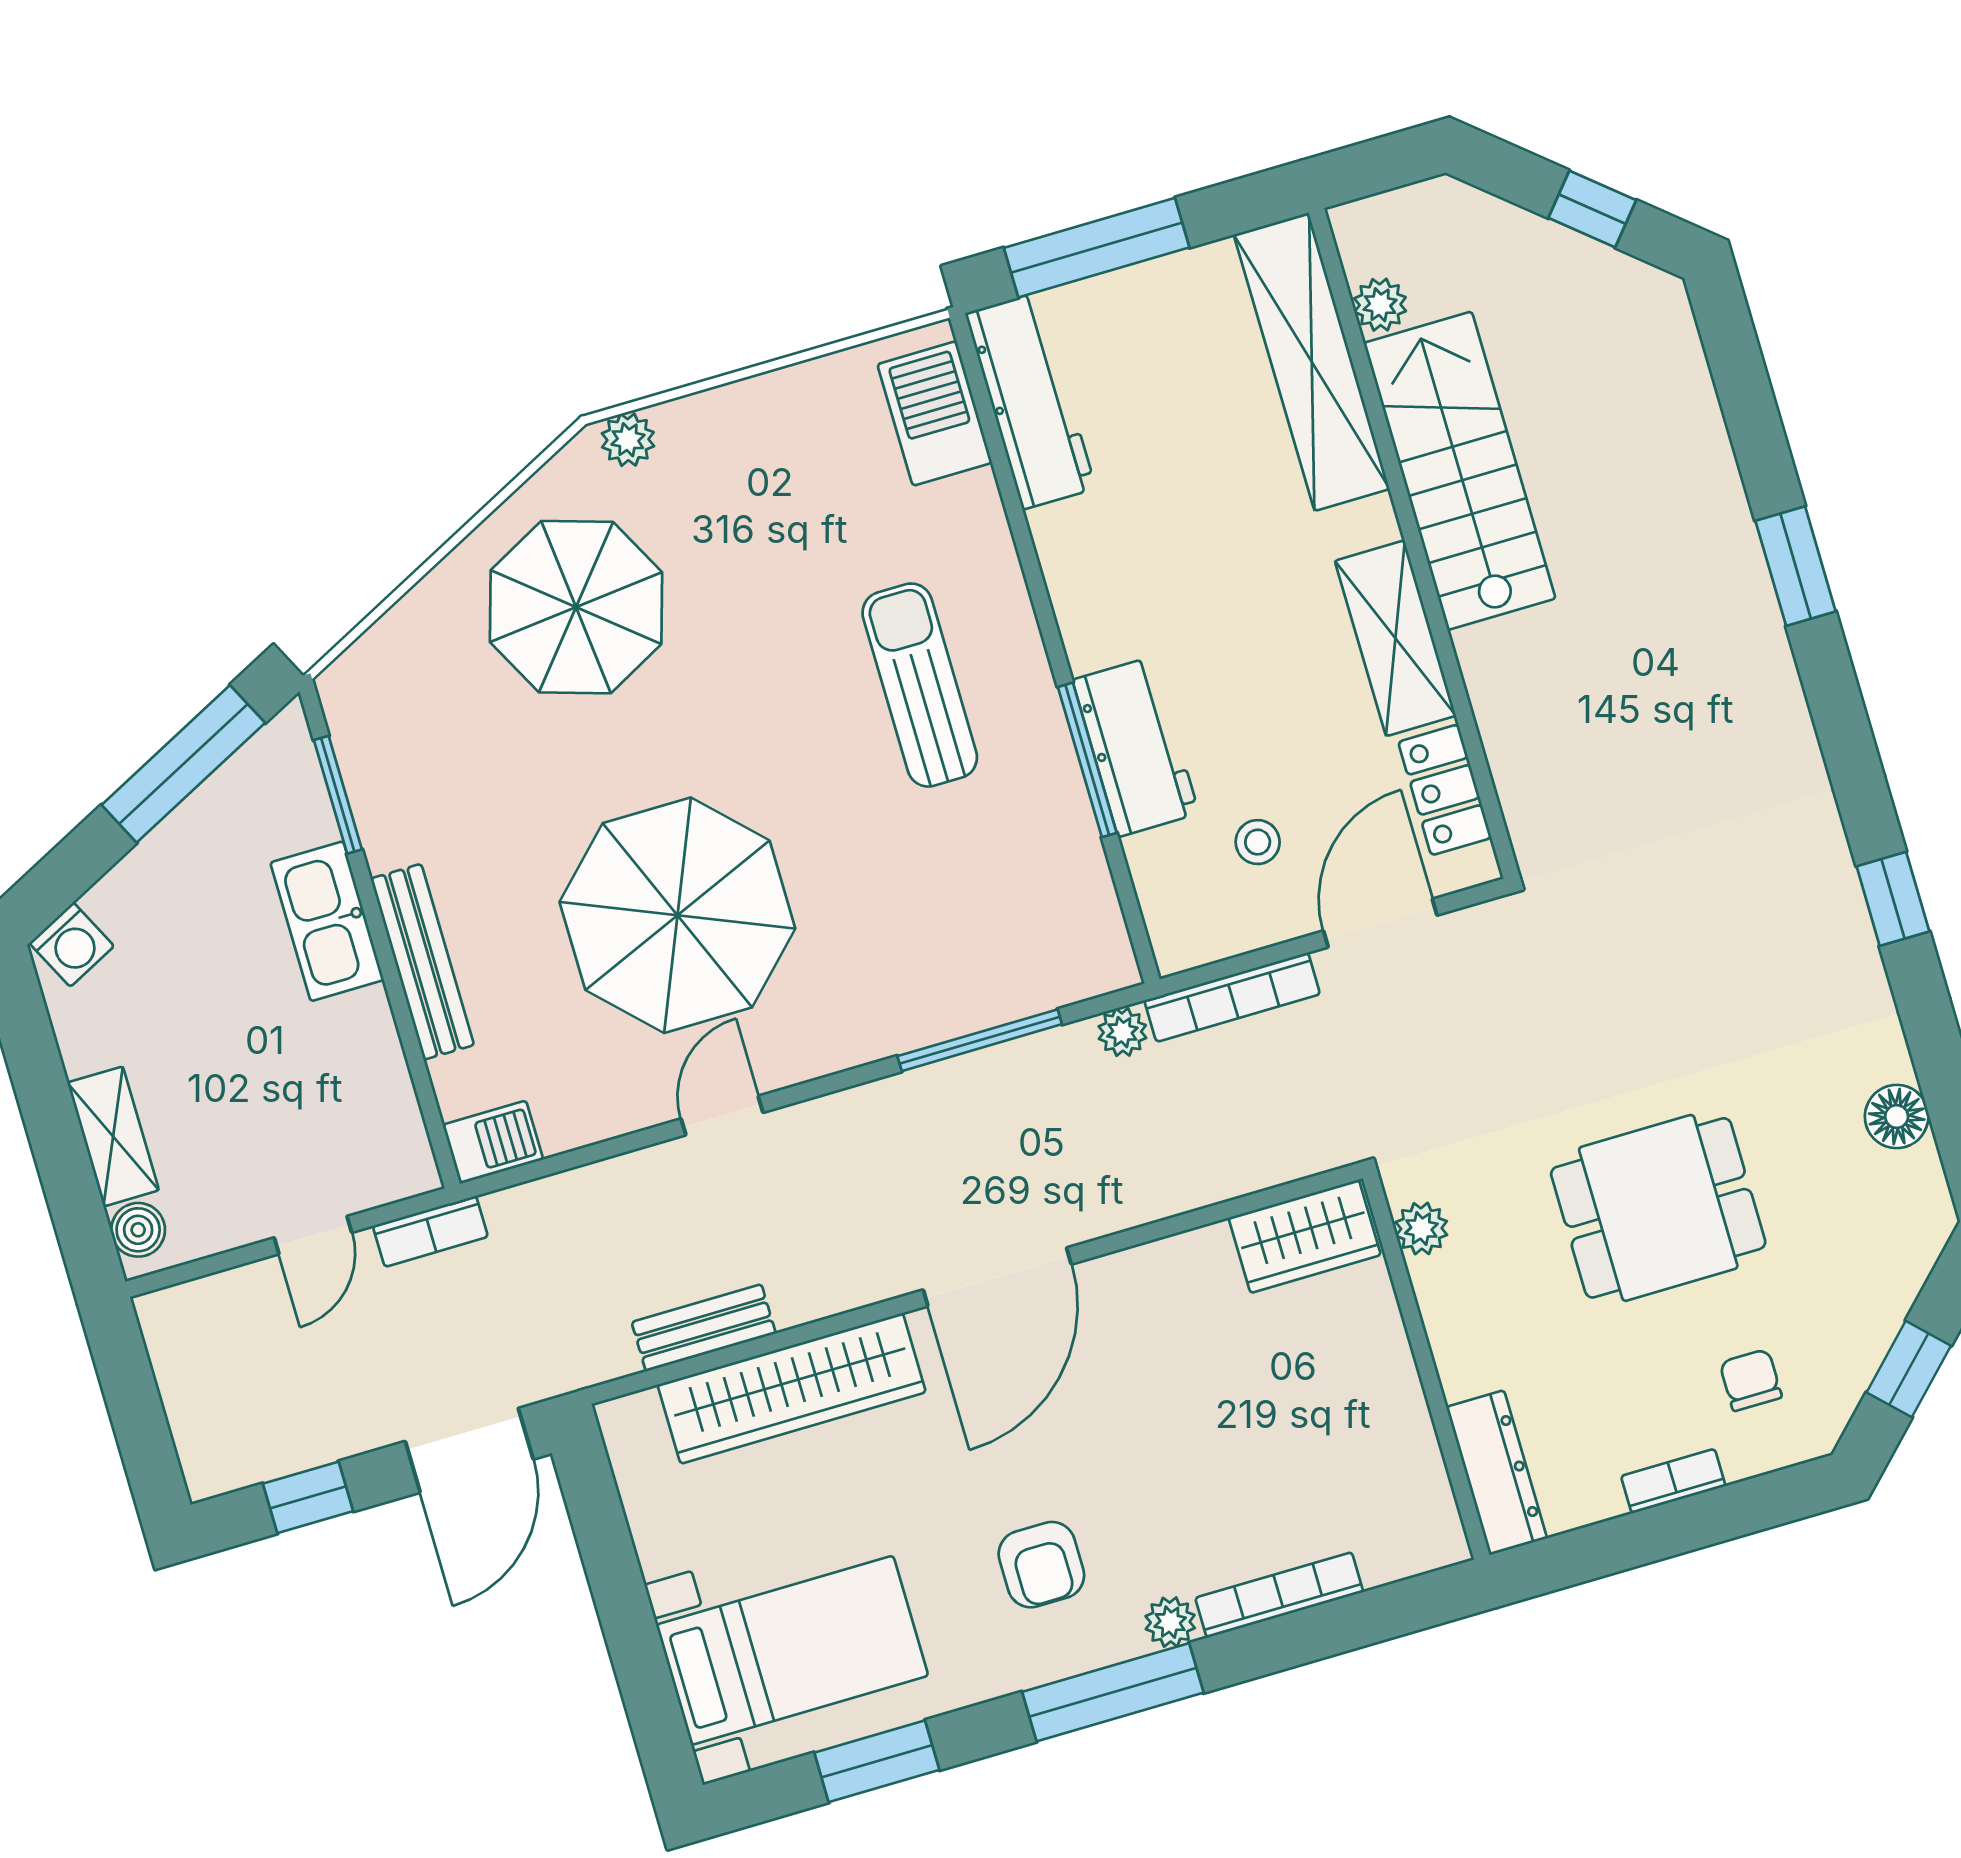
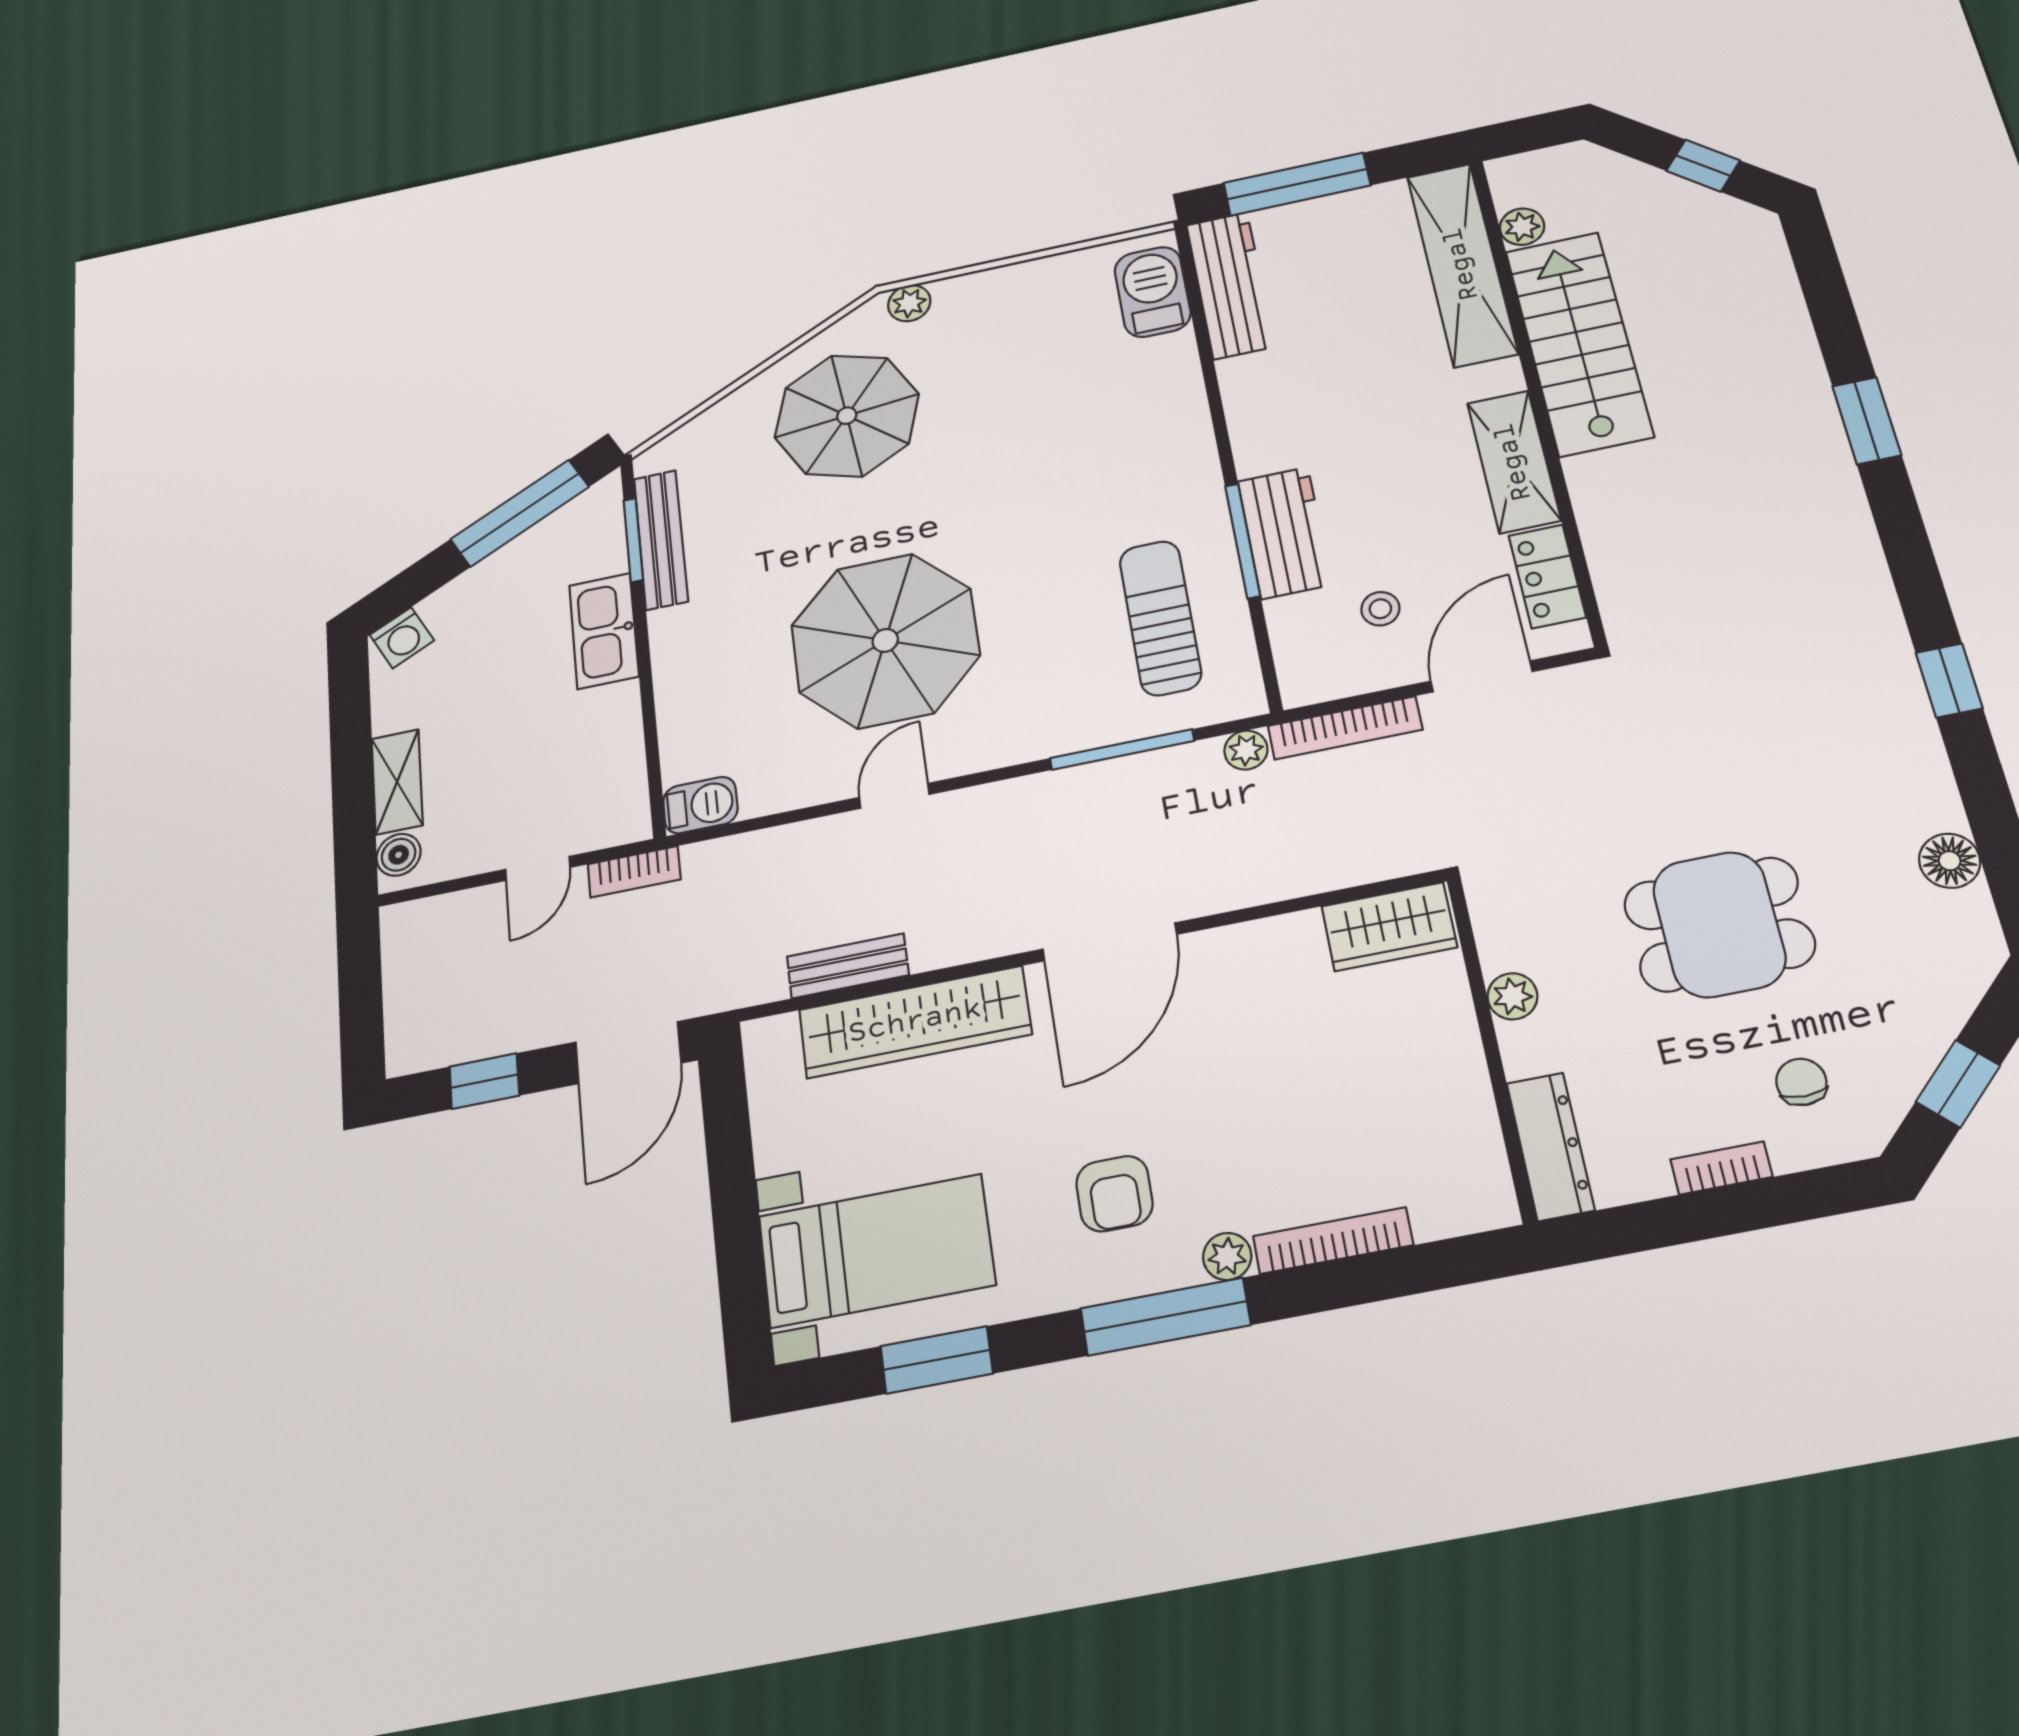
sun lounger: (920, 685) -> (1160, 618), moved
bench: (422, 962) -> (661, 540), moved
plant: (1421, 1229) -> (1512, 996), moved

